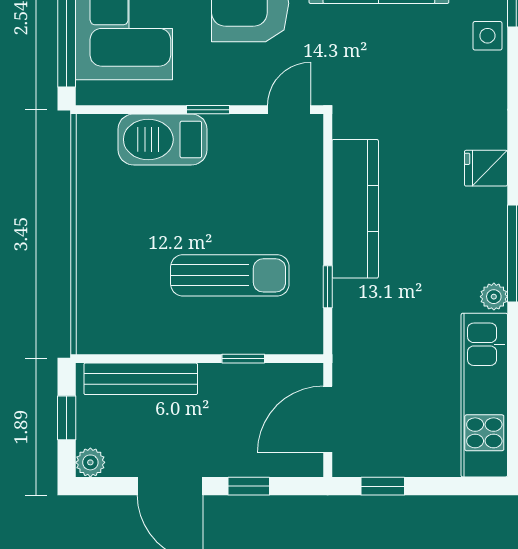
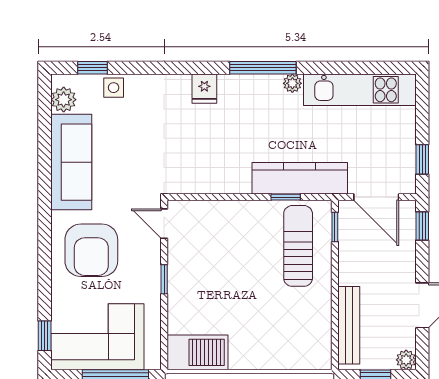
barbecue: (162, 139) -> (198, 352), moved, turned -90
kitchen counter: (355, 209) -> (300, 178), moved
sun lounger: (230, 275) -> (298, 246), moved
window: (243, 359) -> (335, 227), moved
window: (249, 486) -> (422, 226), moved

